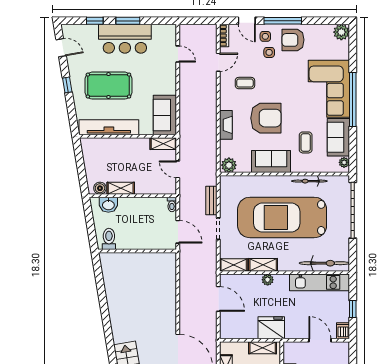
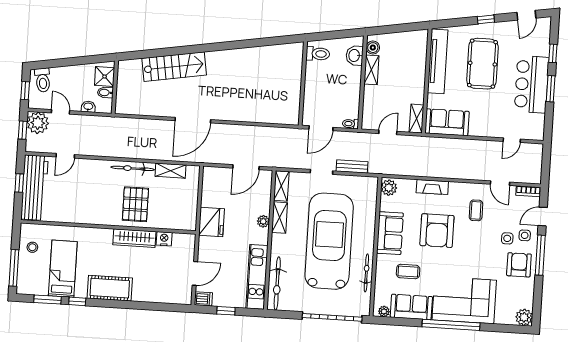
shelving: (263, 348) -> (191, 211), removed

